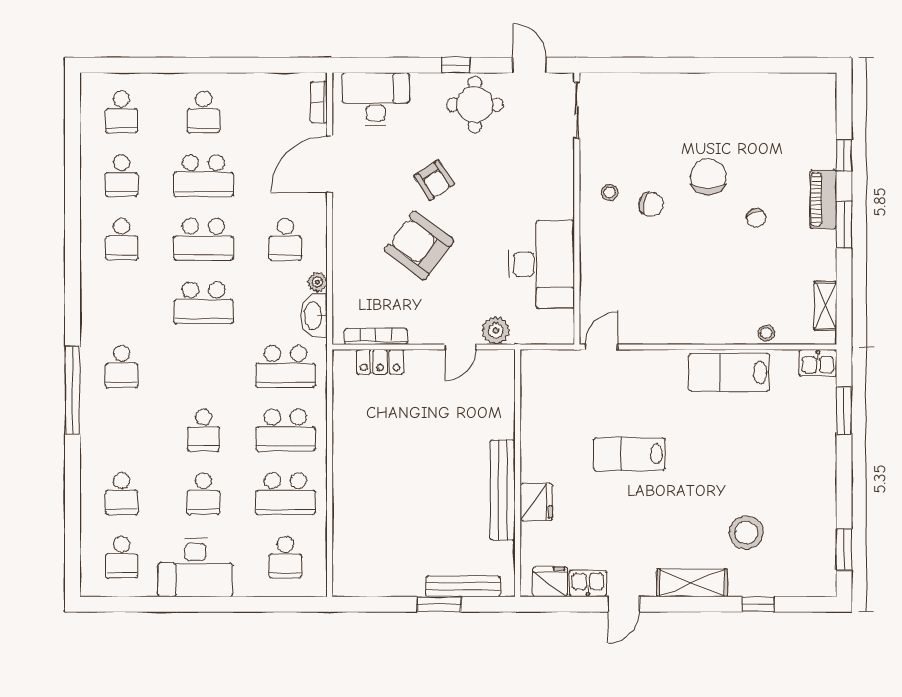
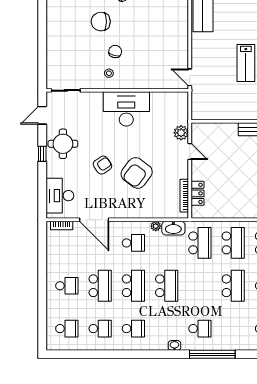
desk: (542, 264) -> (126, 109), moved
washbasin: (89, 318) -> (174, 345), added
school desk: (203, 430) -> (233, 286), width x1.85

